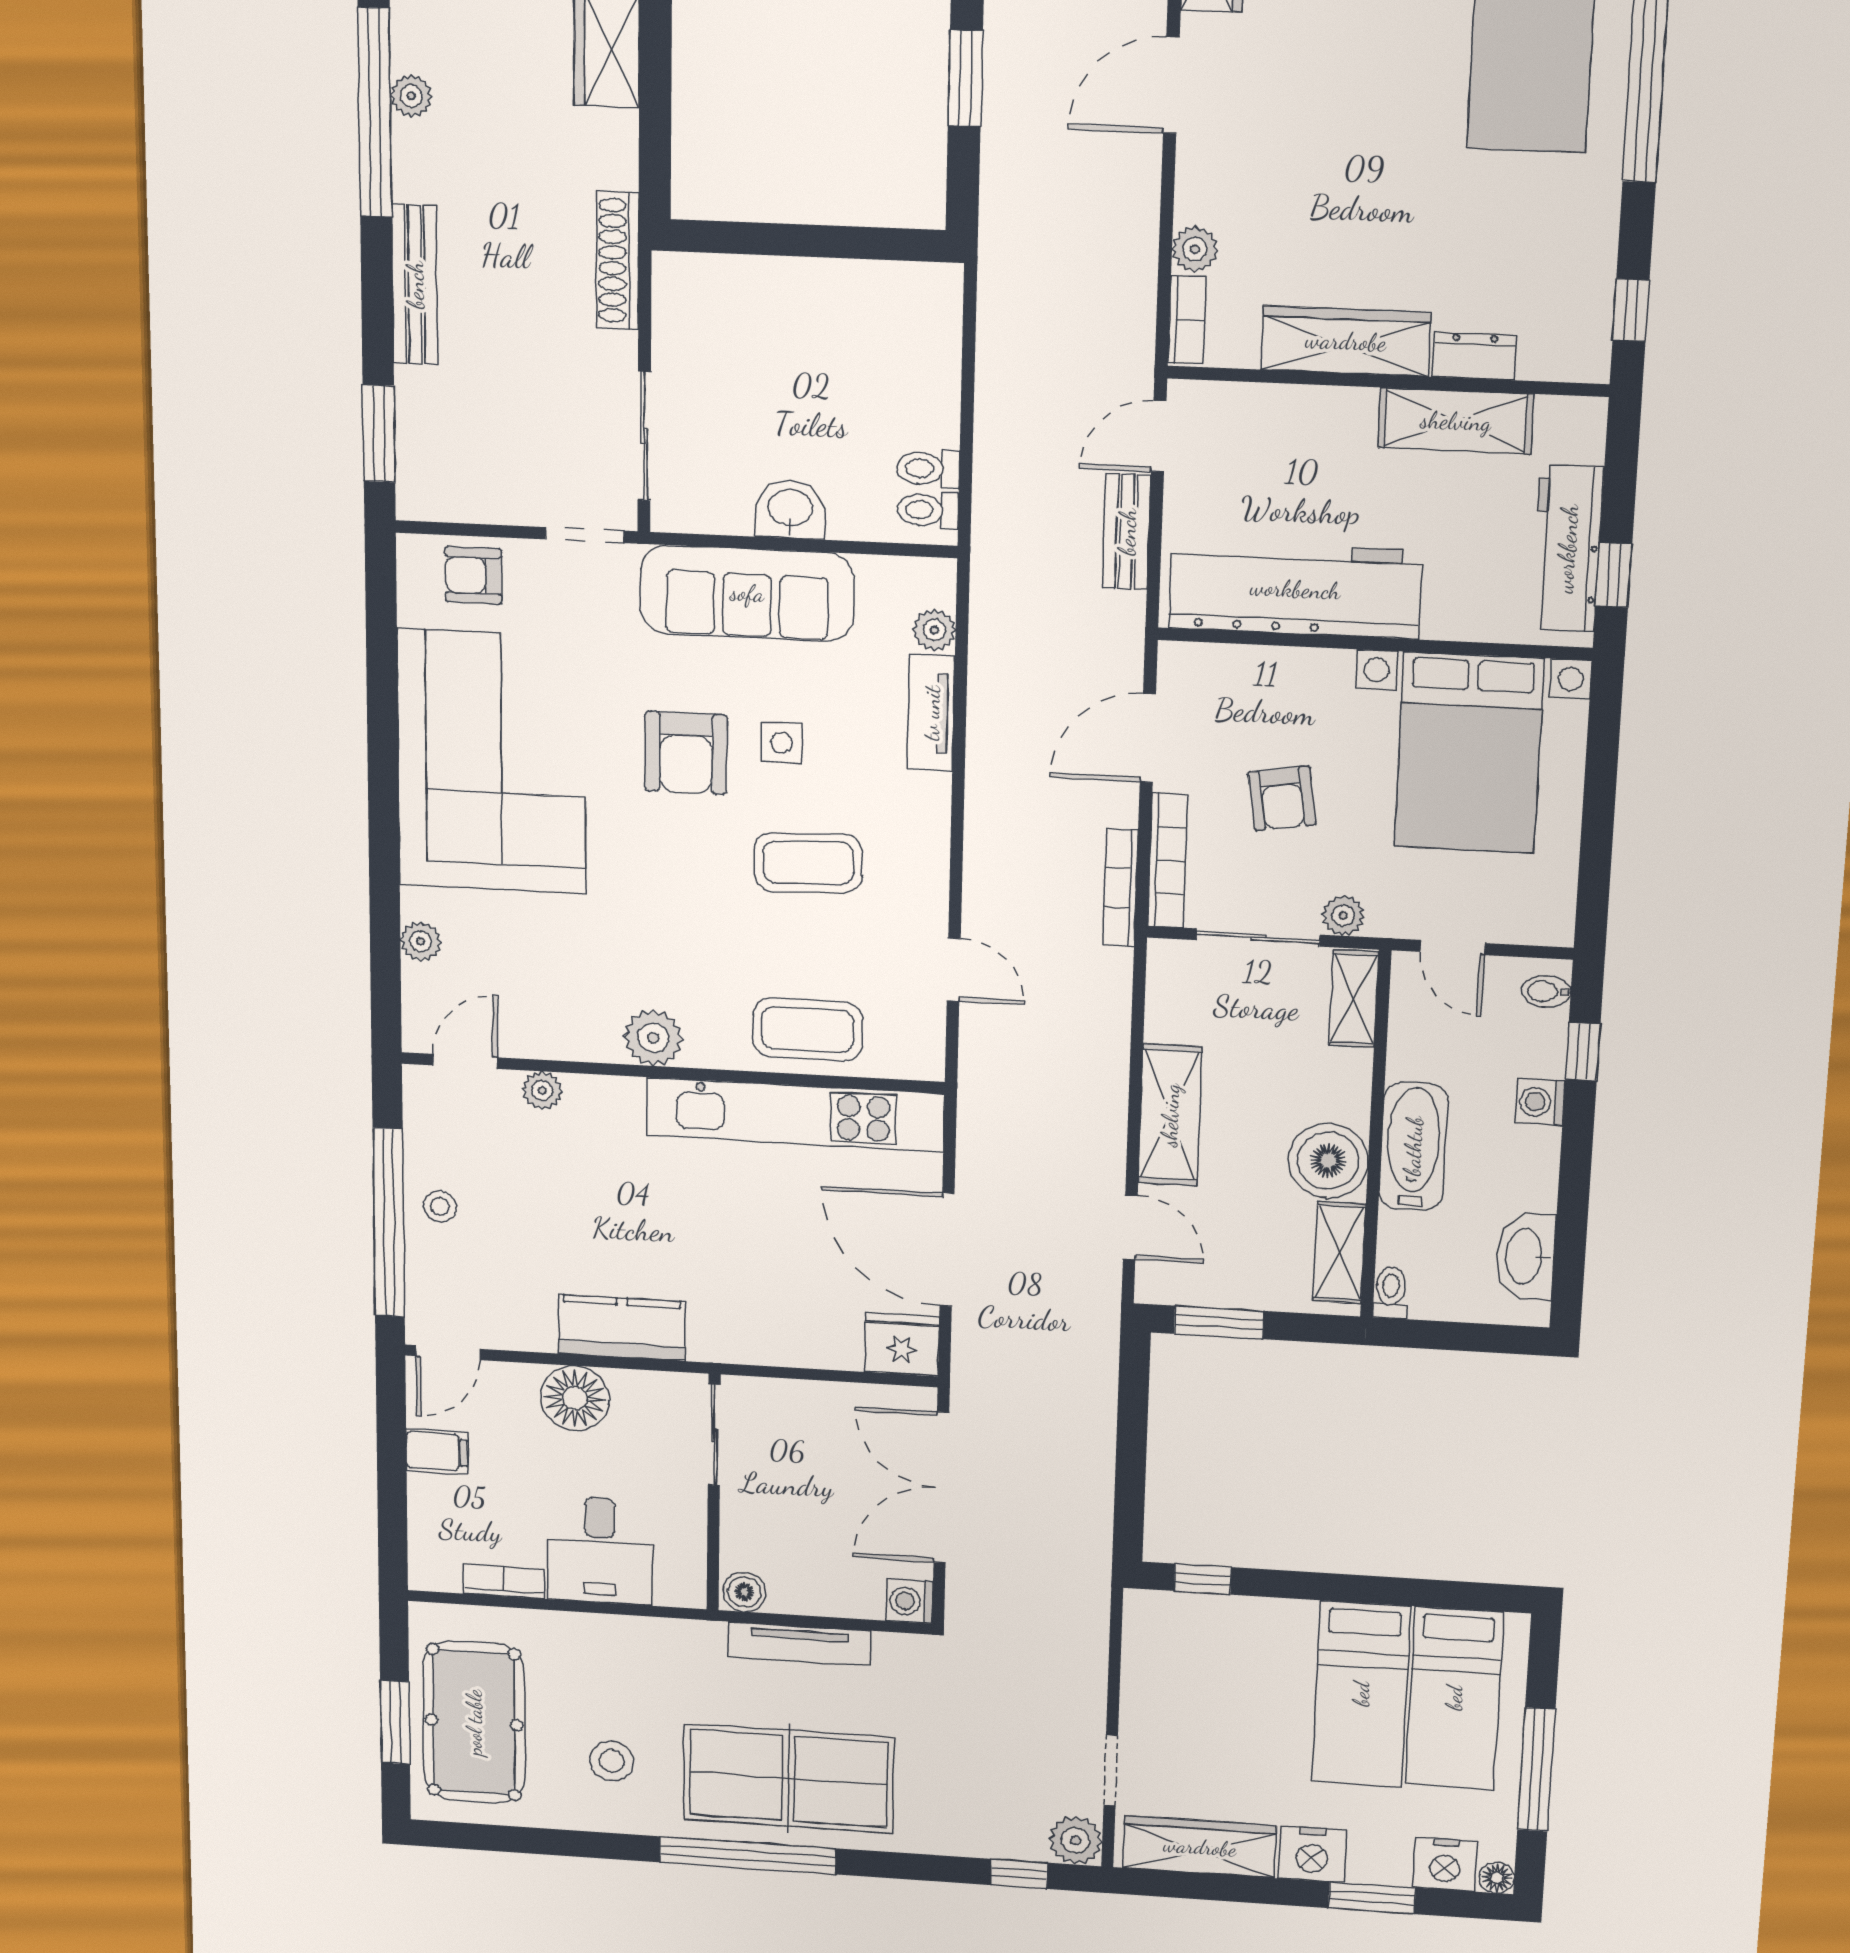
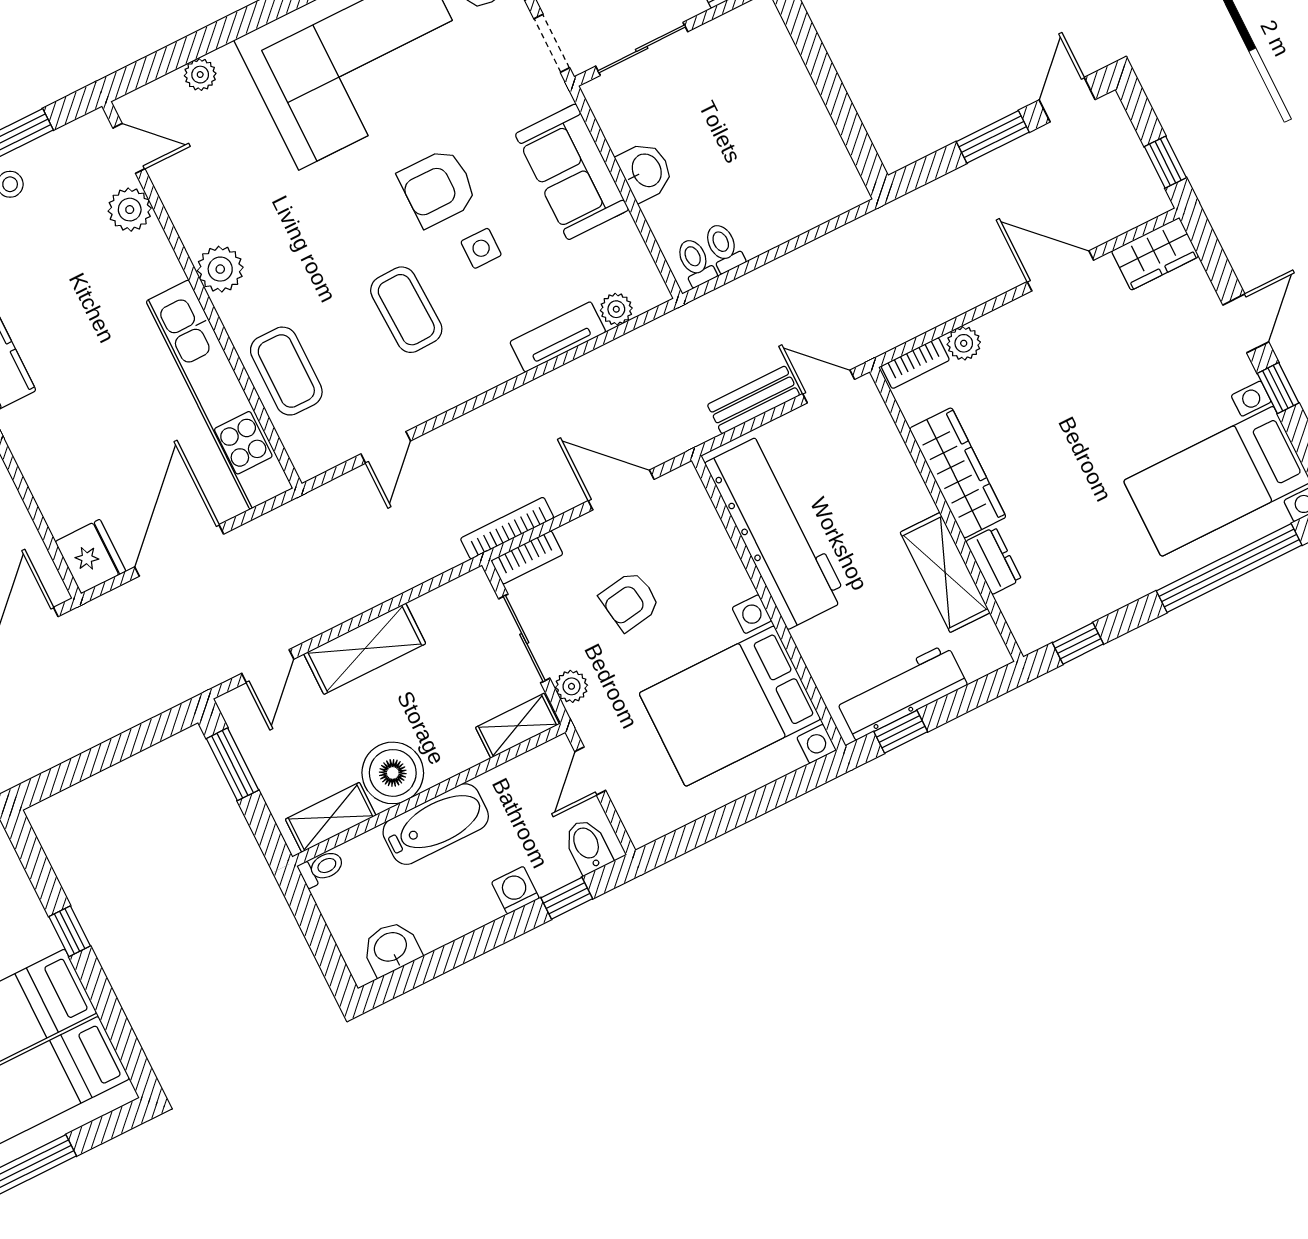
sofa: (747, 593) -> (572, 172), width x0.73
bookcase: (1167, 860) -> (527, 557), width x0.64
bidet: (1546, 991) -> (588, 846), width x1.38, depth x1.36
plant: (542, 1091) -> (130, 210), width x1.38, depth x1.38
washbasin: (1526, 1256) -> (391, 948), width x0.72
window: (1203, 1579) -> (70, 931), moved

